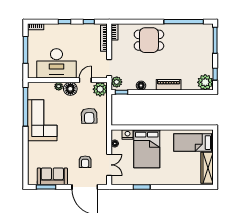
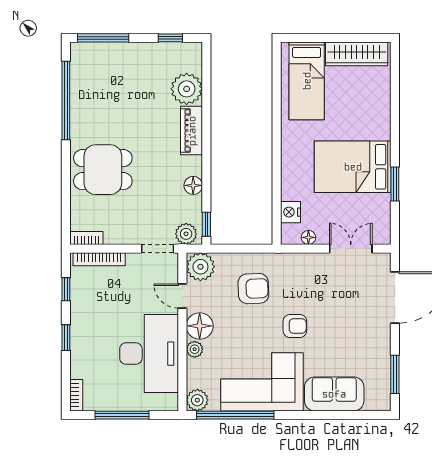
dining table: (149, 40) -> (103, 170), turned 90
plant: (205, 82) -> (187, 89), moved
plant: (33, 88) -> (197, 400), added
bed: (147, 149) -> (353, 167), moved, turned 180
armchair: (85, 162) -> (295, 326), moved
sofa: (52, 176) -> (334, 394), moved, turned 90

